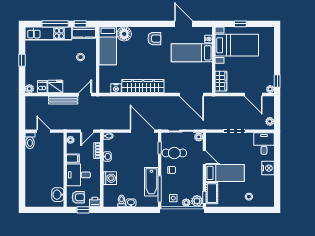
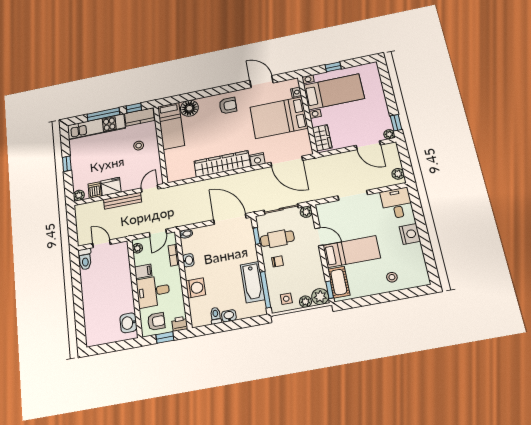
bed: (192, 53) -> (279, 118), width x1.50
nightstand: (116, 88) -> (257, 159), moved

